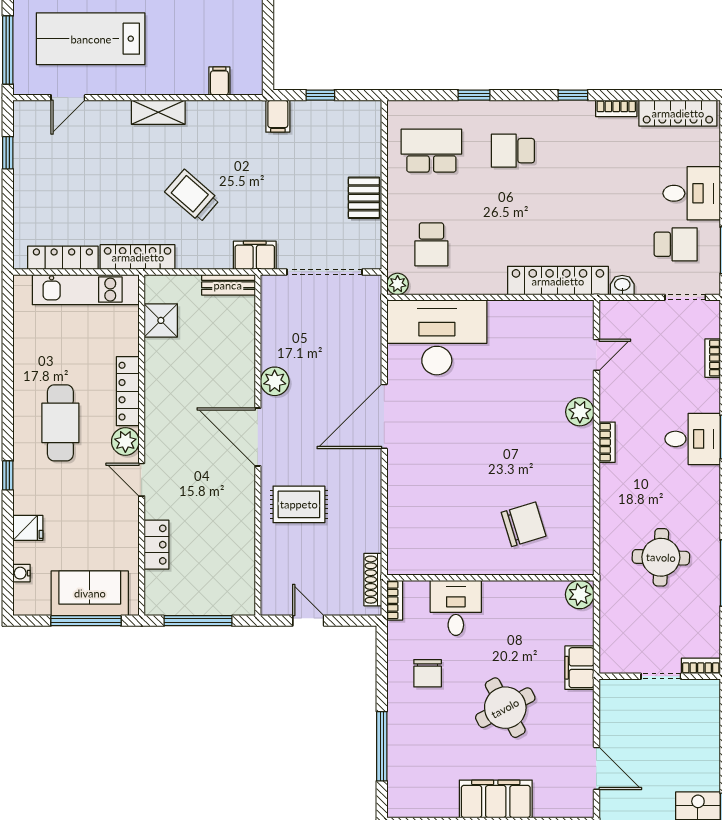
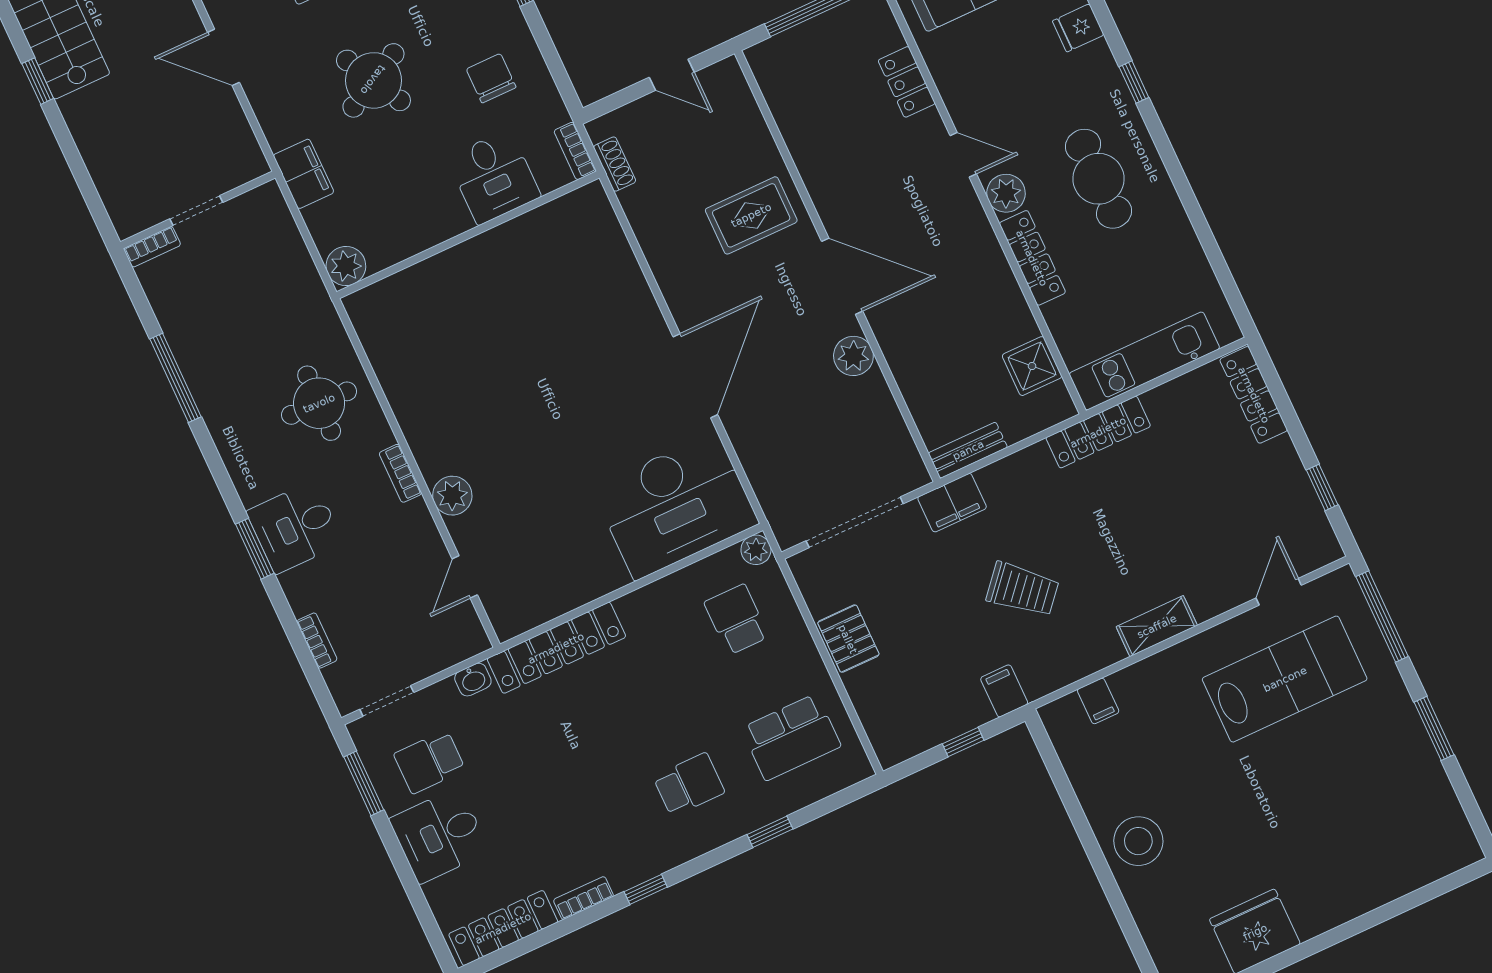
trolley: (192, 196) -> (1023, 589), moved
locker: (63, 258) -> (1254, 395), moved, turned 90
chair: (524, 524) -> (457, 321), removed
round table: (661, 557) -> (319, 403), moved
shoe rack: (373, 580) -> (615, 164), width x0.70

